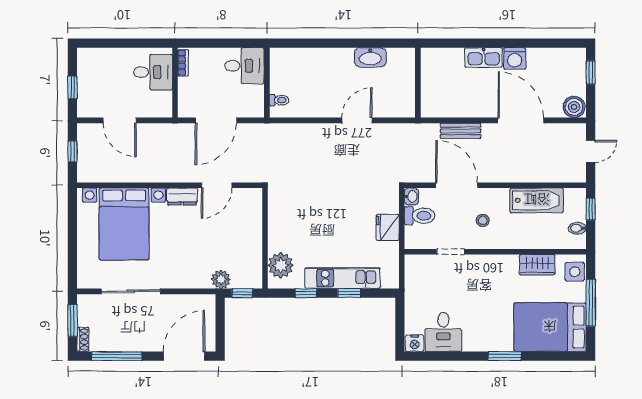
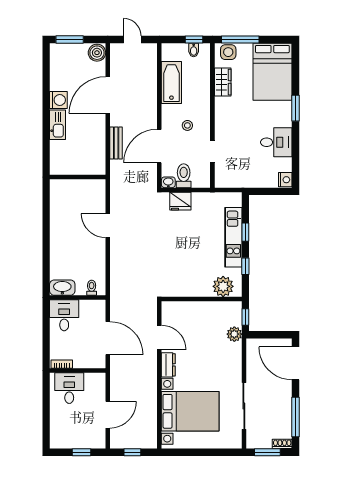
washbasin: (370, 57) -> (62, 288), moved, turned -90
window: (591, 72) -> (70, 39), width x1.50
window: (591, 209) -> (194, 39), moved
fridge: (388, 227) -> (180, 201), moved
window: (591, 303) -> (240, 39), moved
desk: (443, 332) -> (276, 142), moved

